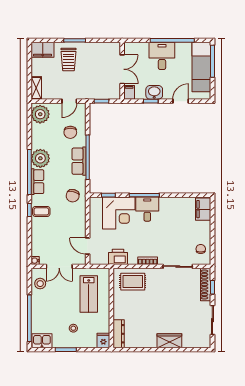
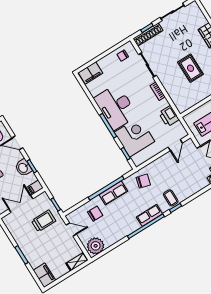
trolley: (69, 59) -> (44, 221), moved
plant: (40, 158) -> (130, 224), removed
desk: (147, 209) -> (116, 107), width x1.87, depth x1.30
rug: (133, 282) -> (191, 68), moved

